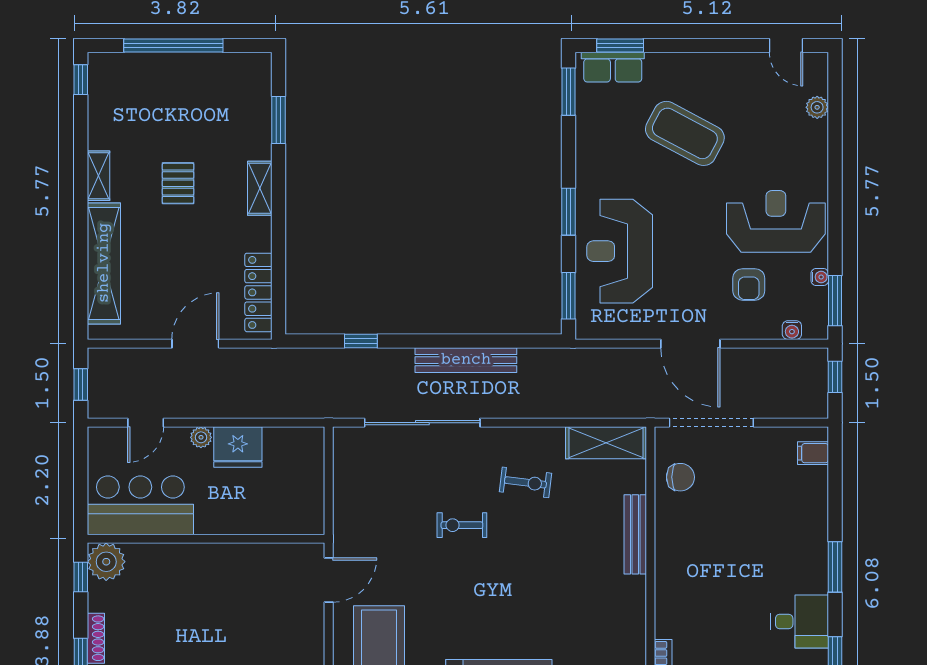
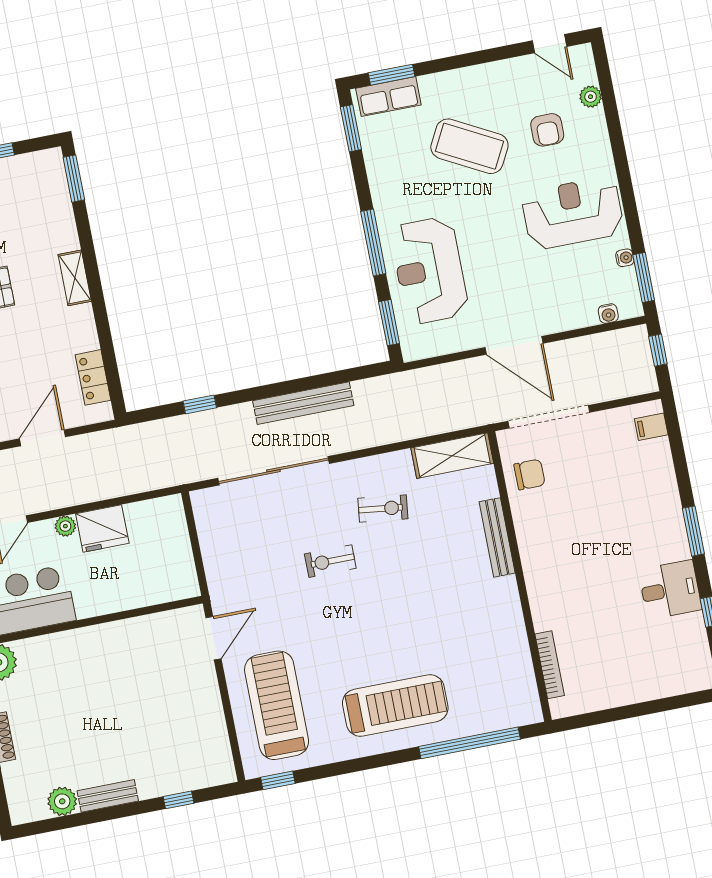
window: (279, 120) -> (74, 179), moved
window: (569, 212) -> (373, 242), width x1.44
armchair: (749, 284) -> (547, 130), moved
locker: (258, 292) -> (93, 377), width x0.66

